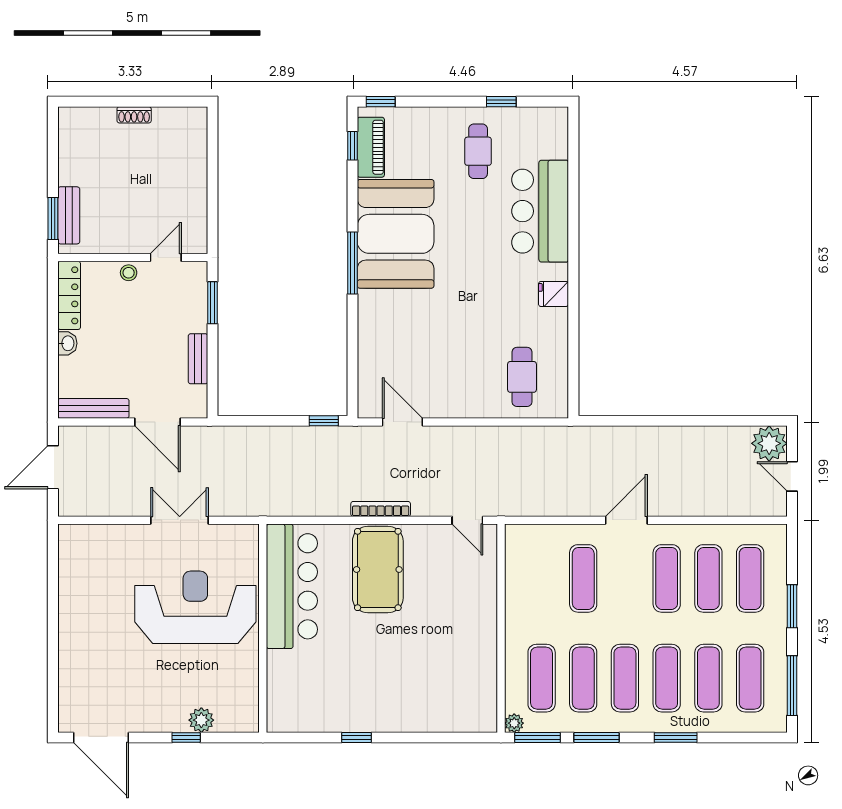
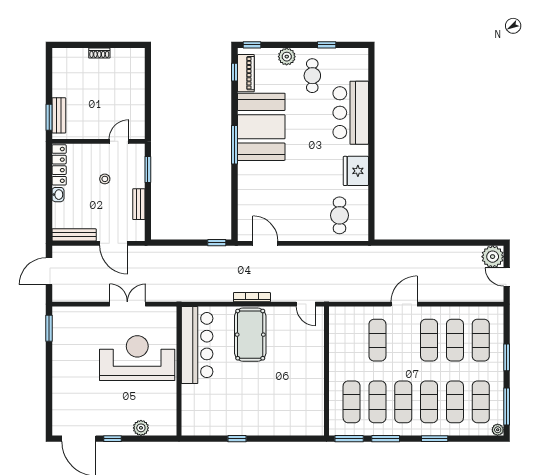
plant: (437, 120) -> (287, 57), added
stool: (129, 273) -> (105, 179), moved
fridge: (554, 294) -> (356, 171), width x1.88, depth x1.34
window: (53, 559) -> (49, 328), added
plant: (514, 723) -> (498, 430), moved
window: (186, 738) -> (113, 439), moved

